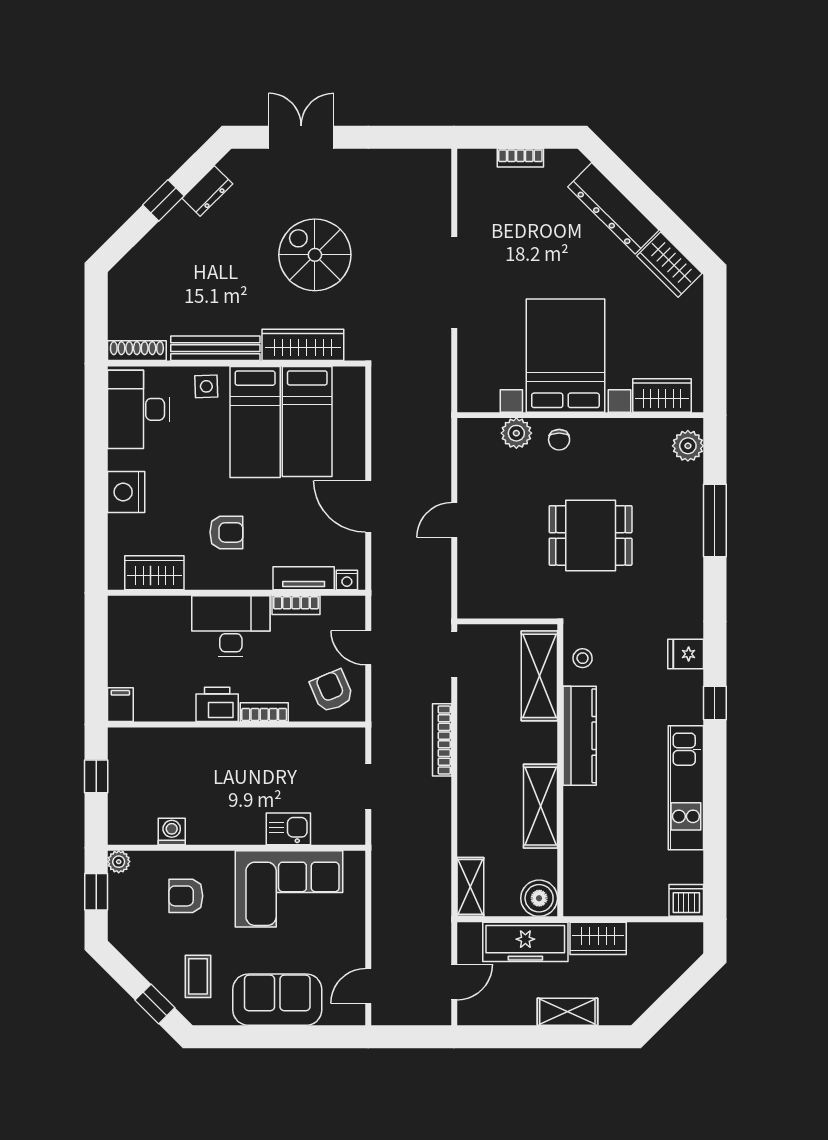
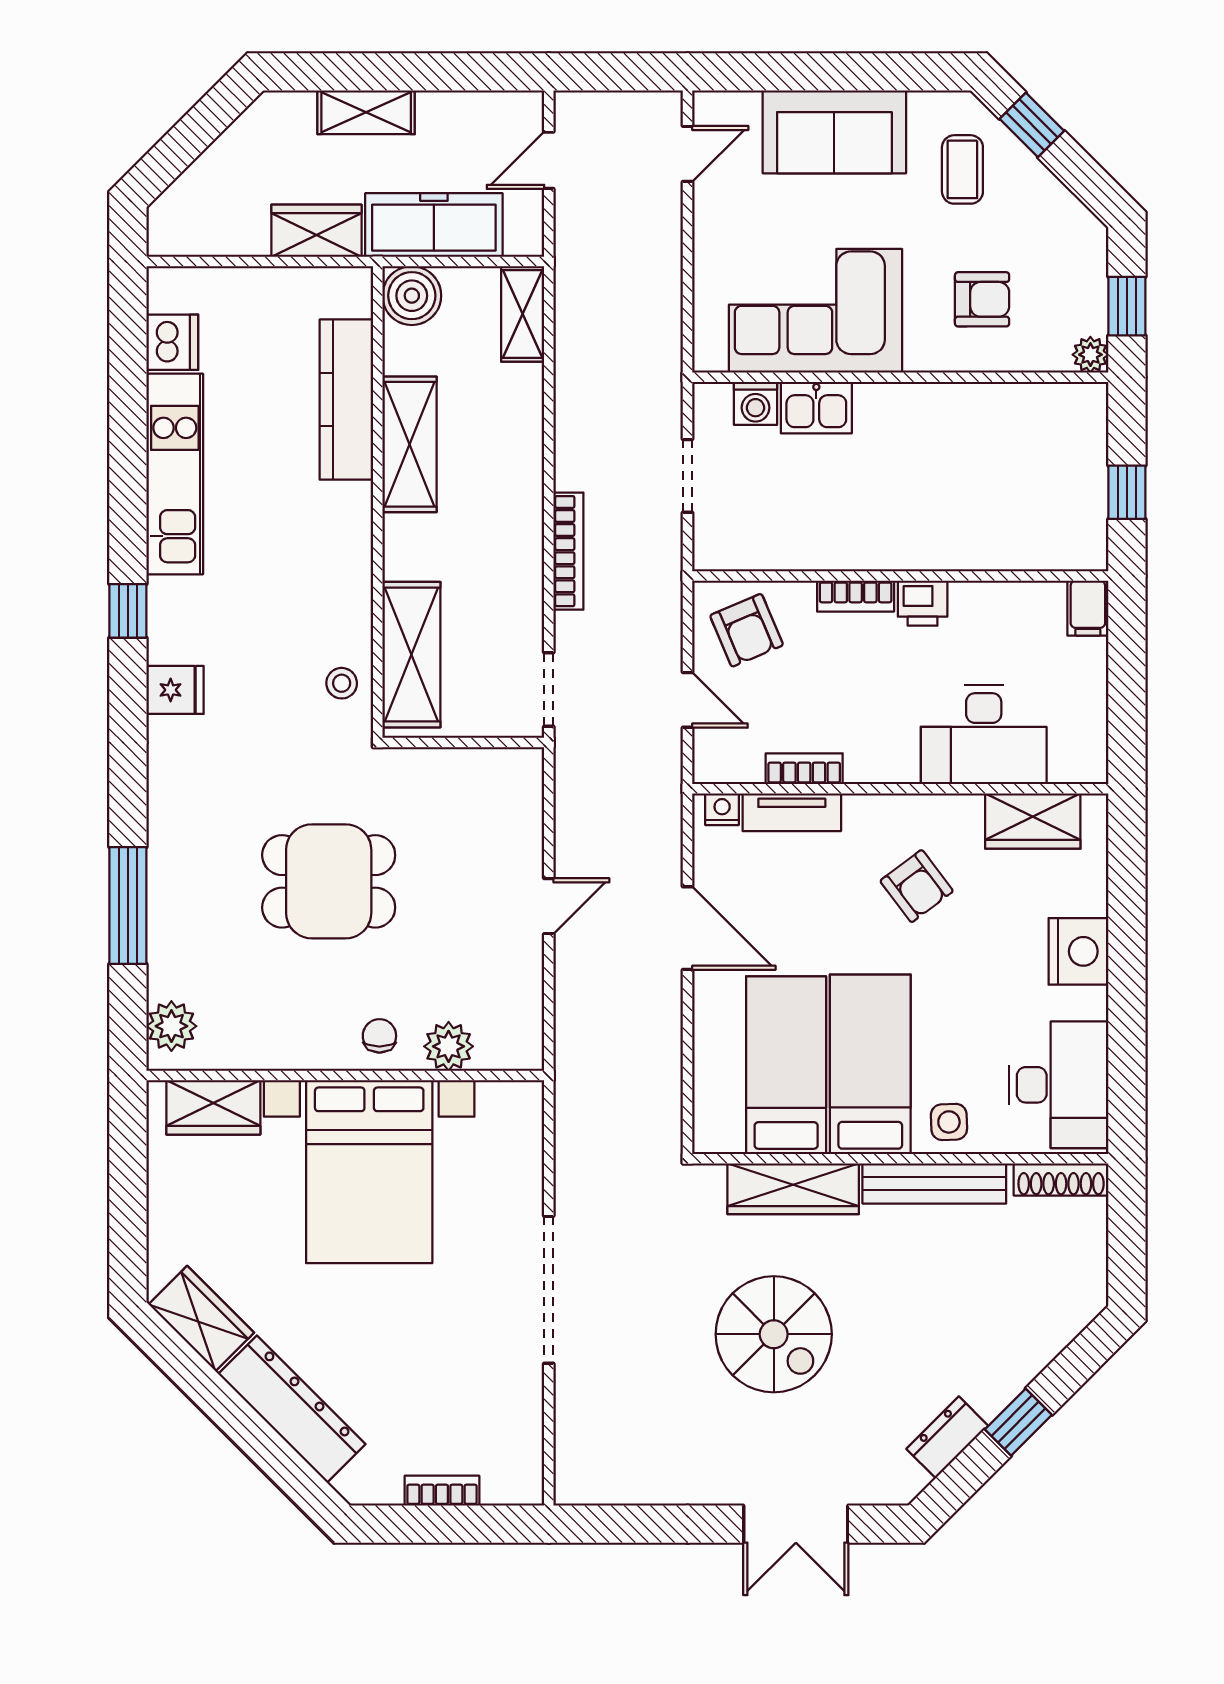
armchair: (226, 532) -> (917, 886), turned -127
desk: (231, 626) -> (984, 735), moved
printer: (217, 704) -> (923, 603), width x0.73, depth x0.81
kitchen counter: (580, 736) -> (346, 400), moved
washing machine: (172, 831) -> (756, 403), moved
dishwasher: (686, 900) -> (172, 342), moved, turned -90

